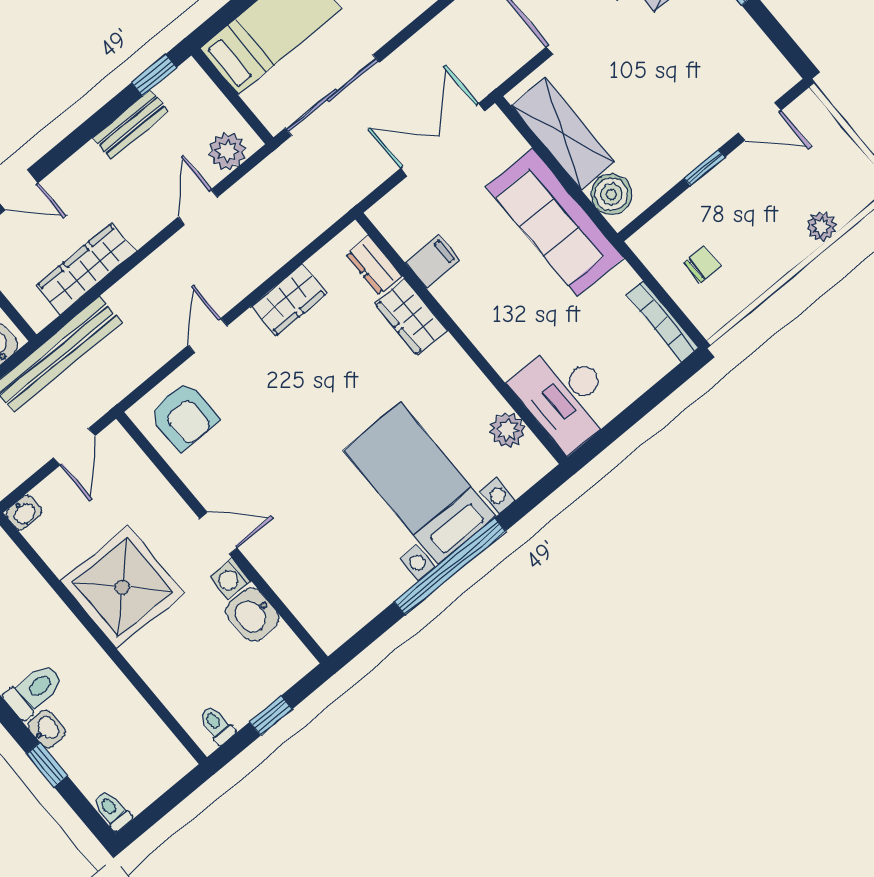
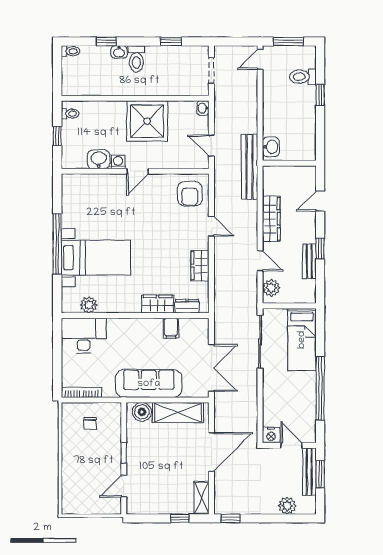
window: (154, 75) -> (320, 249), moved
plant: (821, 226) -> (68, 477), removed
wardrobe: (86, 269) -> (271, 219), moved
armchair: (184, 416) -> (190, 194), turned -90

